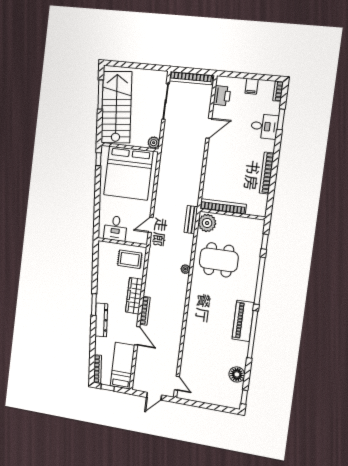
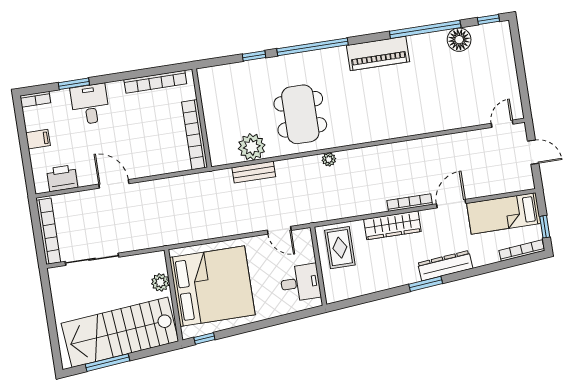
plant: (154, 143) -> (160, 282), moved
bookcase: (223, 206) -> (195, 135), moved
wall: (232, 214) -> (202, 118), moved
window: (252, 334) -> (425, 29), moved

